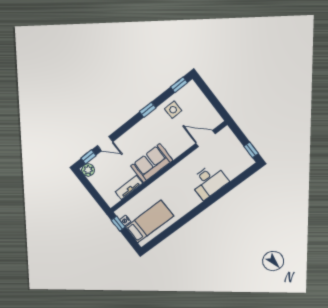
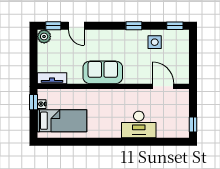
tv unit: (129, 188) -> (52, 78), moved

